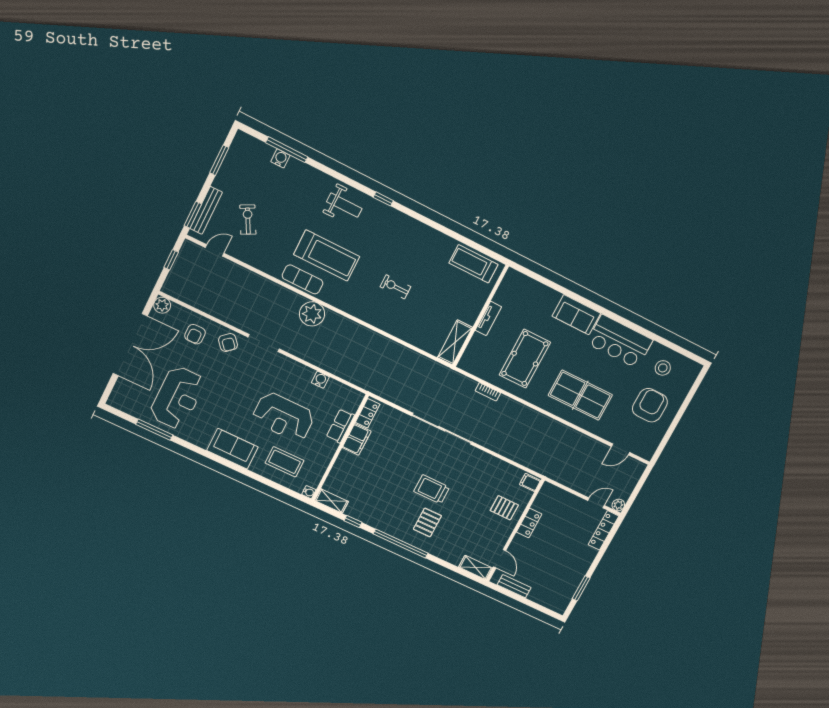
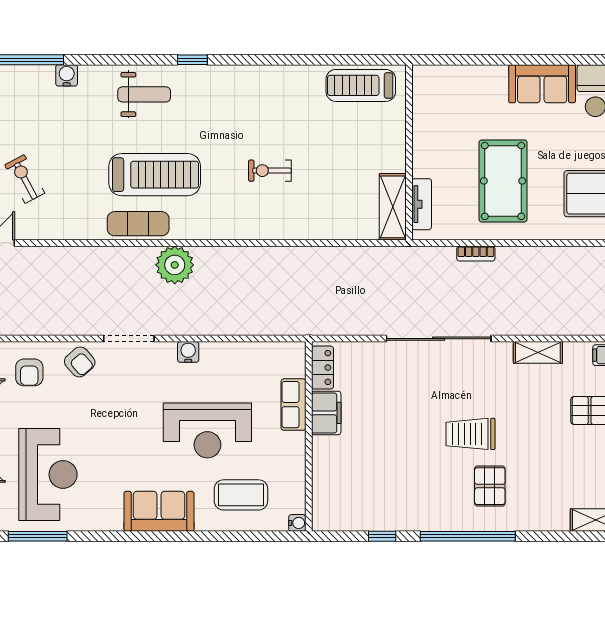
water cooler: (280, 158) -> (67, 75), moved
tv unit: (488, 318) -> (422, 204), moved
water cooler: (320, 380) -> (188, 352), moved
shelving: (331, 501) -> (538, 352), moved

